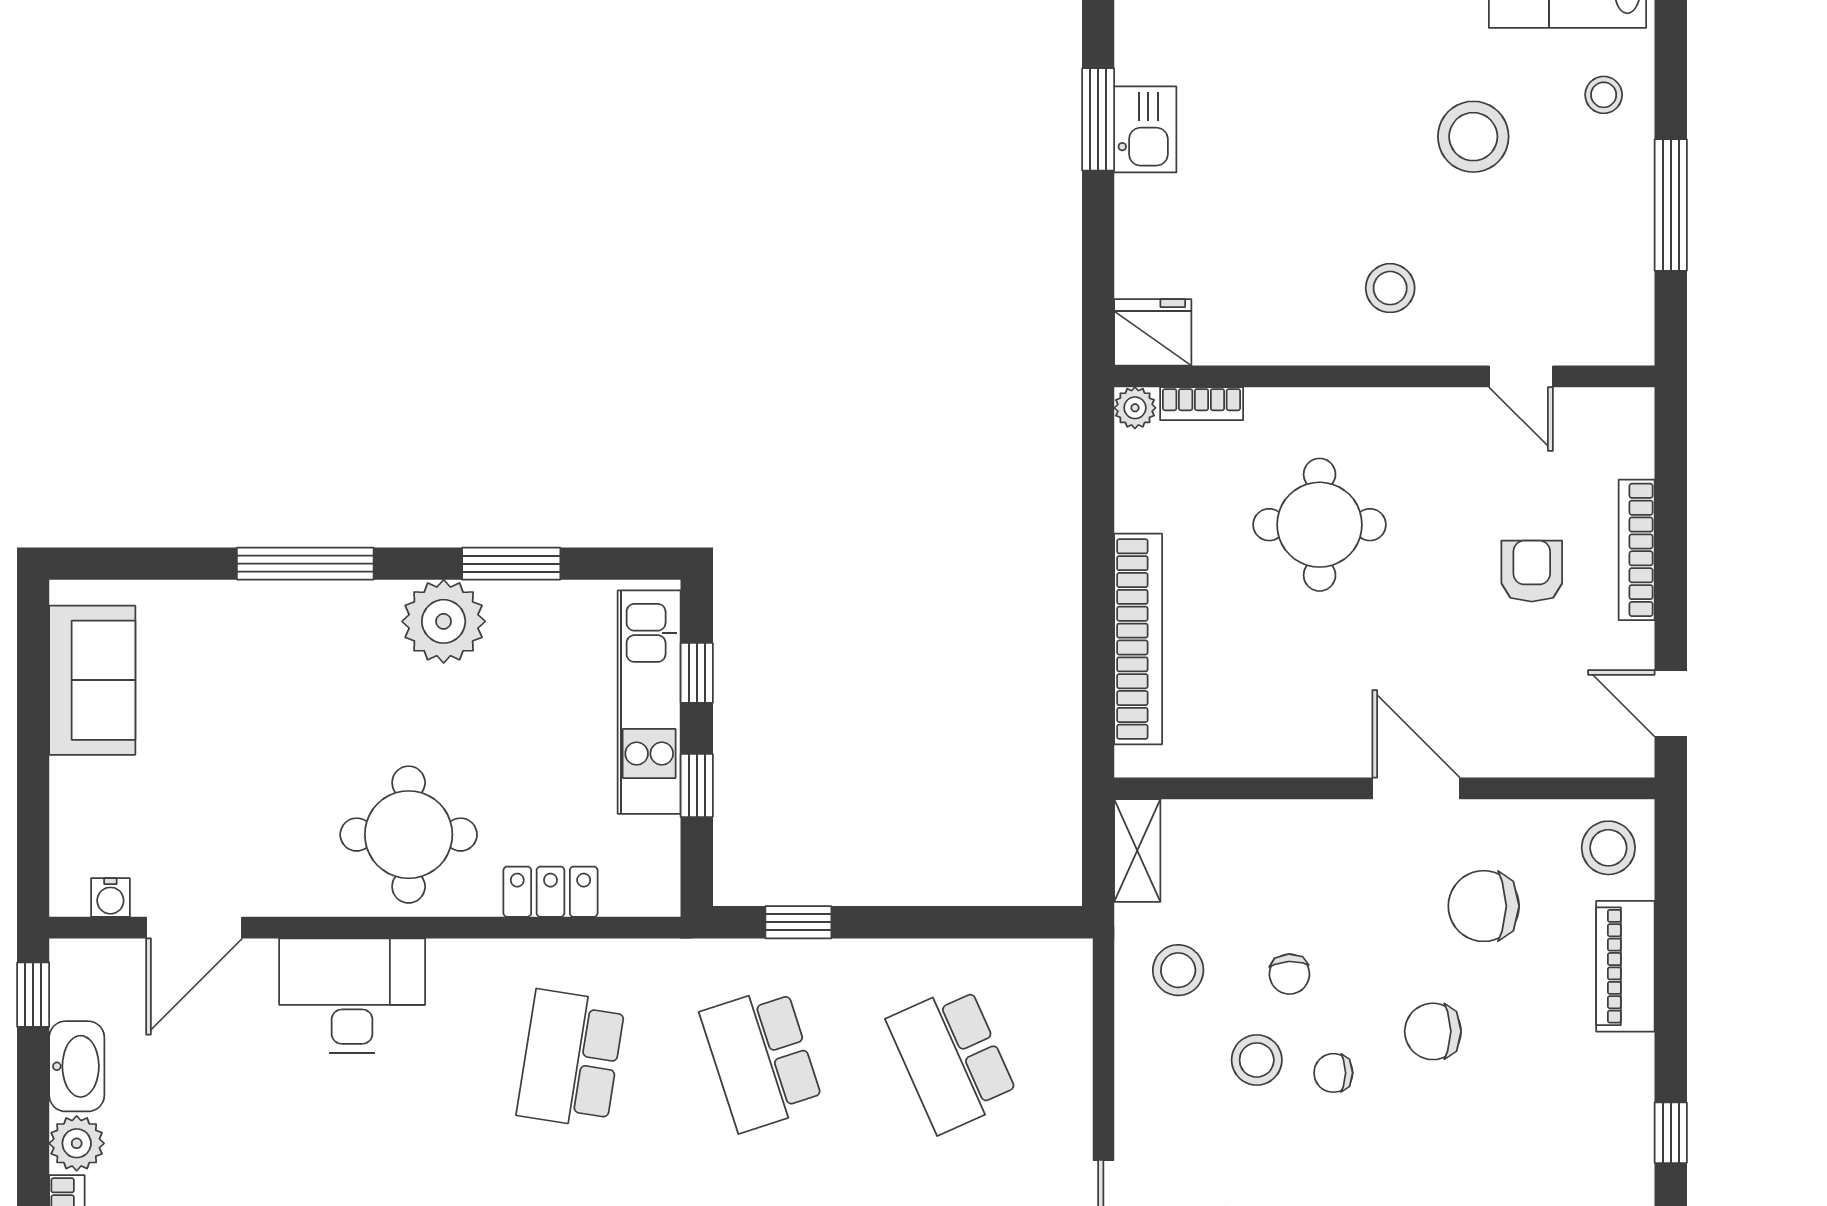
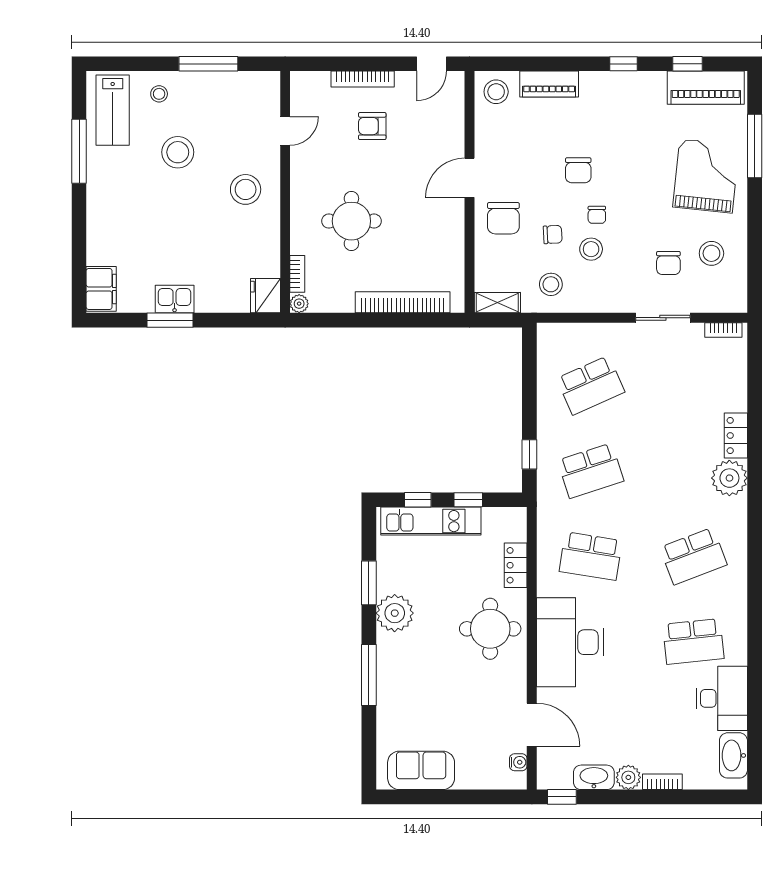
stool: (1390, 288) -> (246, 189), width x1.38, depth x1.38
chair: (1484, 906) -> (503, 218), moved
desk: (352, 996) -> (570, 642), width x1.36, depth x1.30

